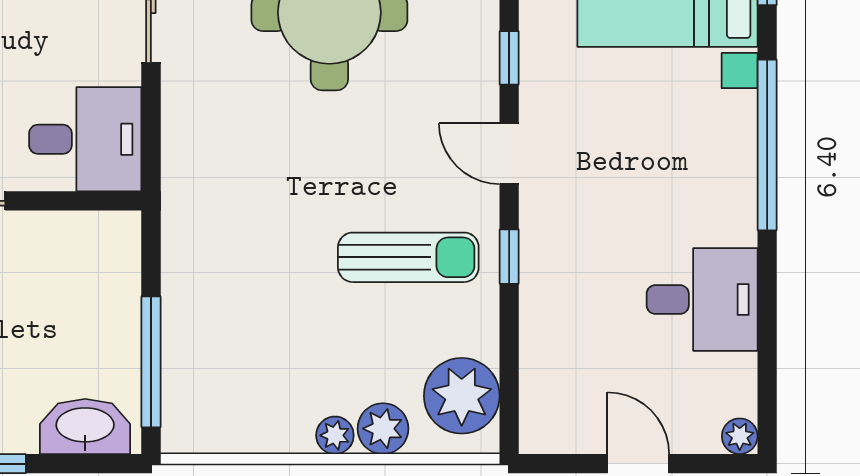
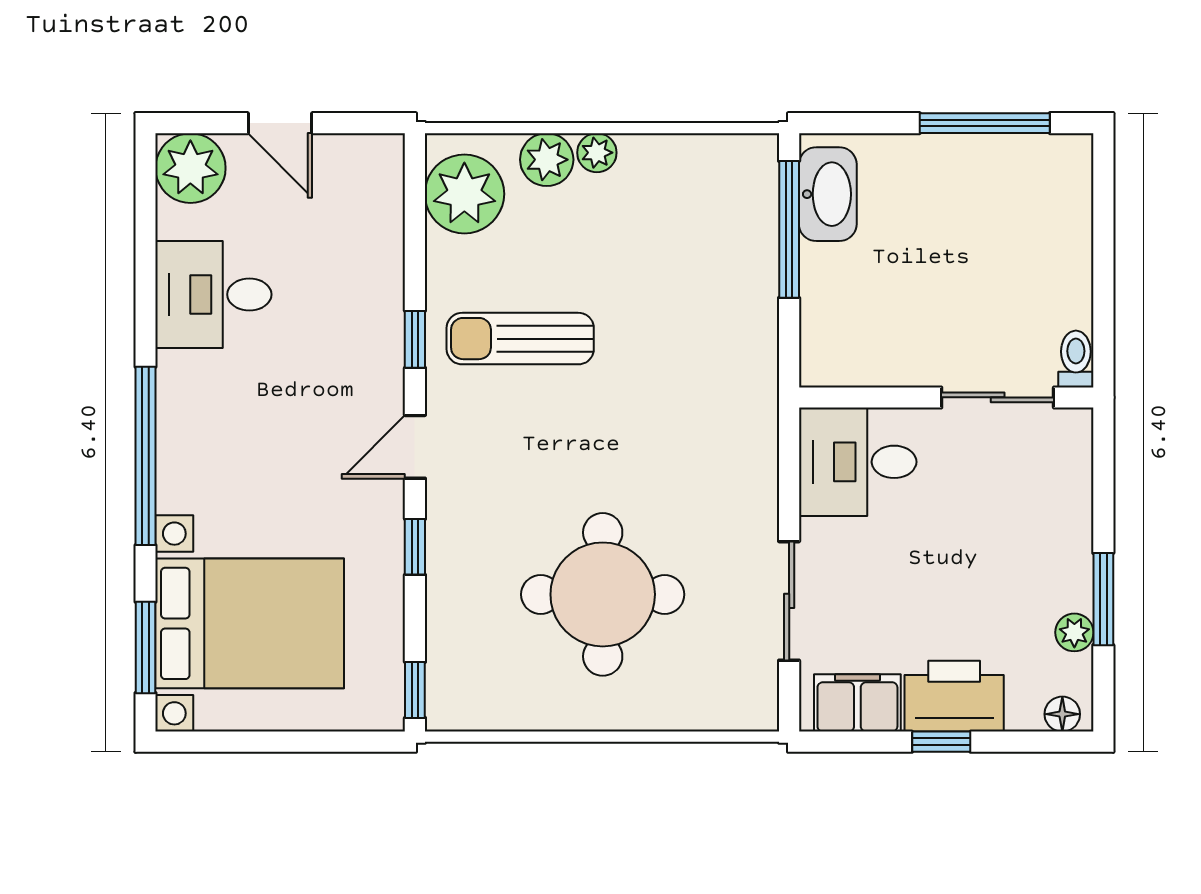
door: (509, 154) -> (415, 447), swing flipped
washbasin: (85, 427) -> (828, 194), moved, turned -90
plant: (740, 436) -> (190, 168), width x1.87, depth x1.87

